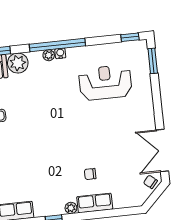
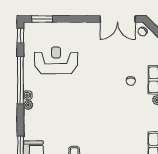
window: (57, 45) -> (20, 80), moved
plant: (18, 63) -> (32, 131), removed
reception desk: (105, 83) -> (56, 60), turned 90

